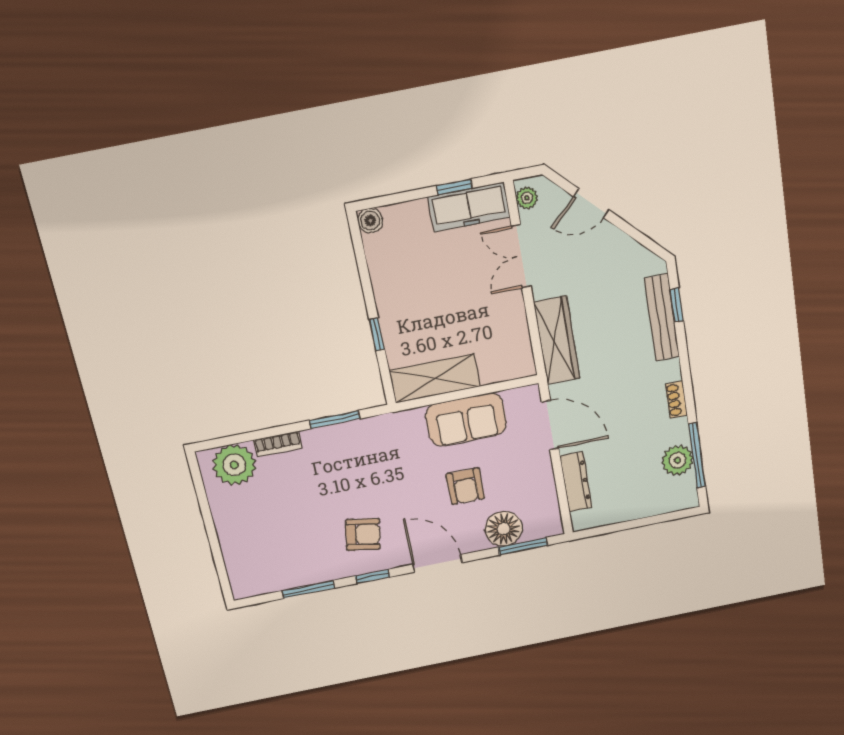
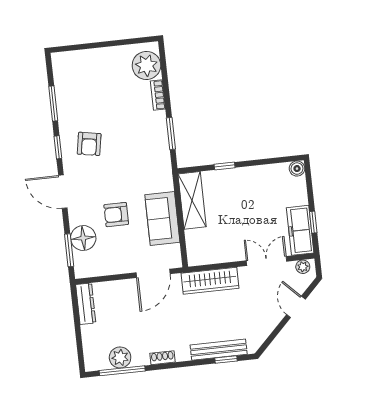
dresser: (576, 482) -> (86, 304), moved, turned -90
door: (437, 563) -> (63, 192), swing flipped

